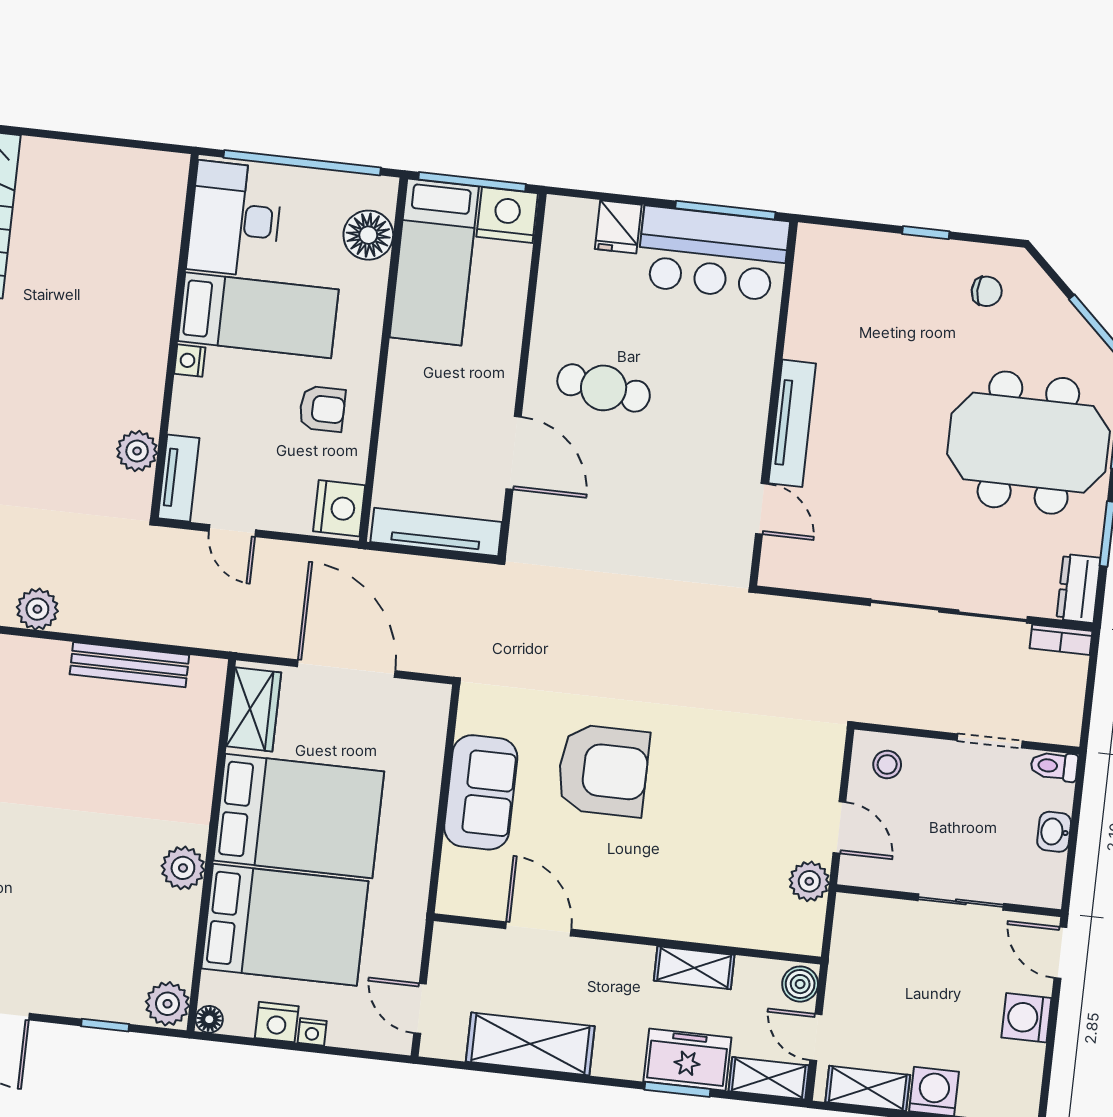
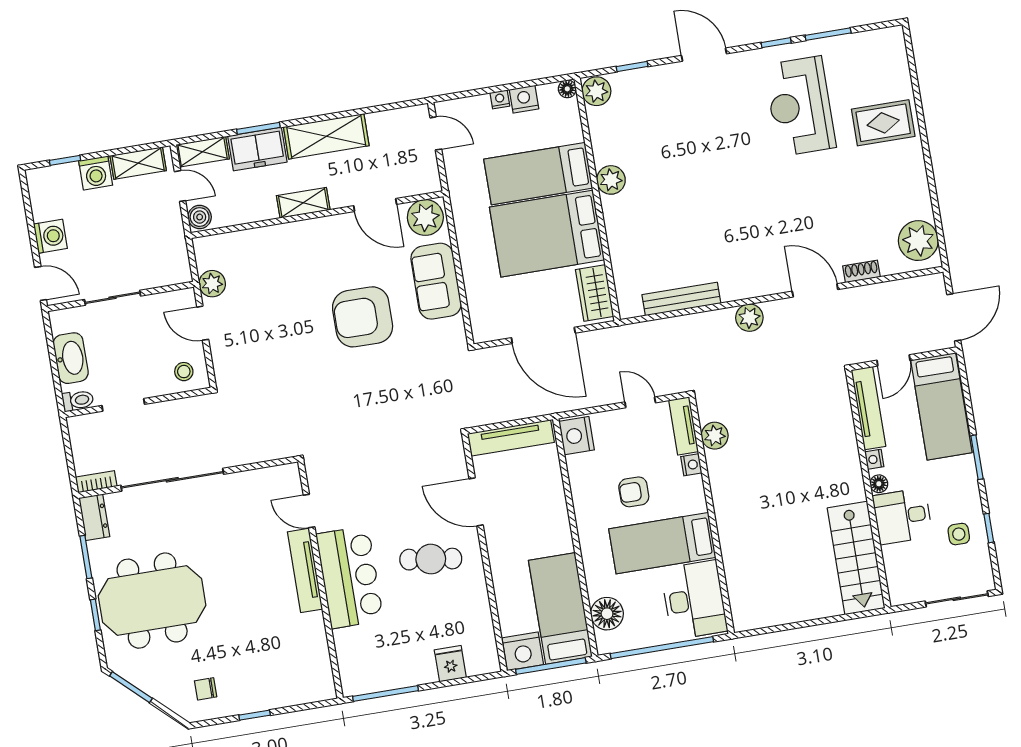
bar counter: (713, 254) -> (350, 577), moved, turned 90
nightstand: (190, 361) -> (691, 465), moved
armchair: (322, 409) -> (634, 492), moved
washbasin: (1054, 832) -> (71, 358), width x1.91, depth x1.45
plant: (470, 890) -> (425, 217), added
bed: (285, 925) -> (538, 174), width x0.67
shelving: (694, 968) -> (303, 203), moved
shelving: (530, 1044) -> (326, 136), moved

